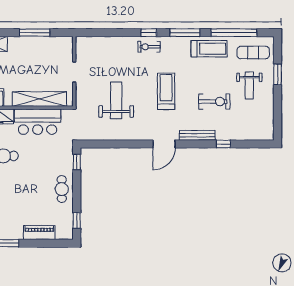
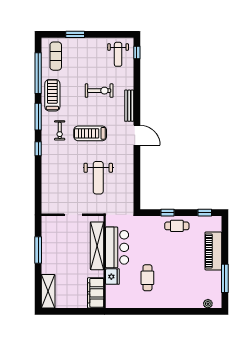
exercise bike: (149, 47) -> (60, 130), moved
weight bench: (249, 86) -> (118, 54), moved, turned 90
weight bench: (116, 100) -> (98, 178), turned -90
exercise bike: (214, 101) -> (99, 91), turned 90
window: (223, 144) -> (137, 53), moved
window: (77, 162) -> (168, 213), moved
piano: (39, 232) -> (213, 251), width x1.37, depth x1.33

